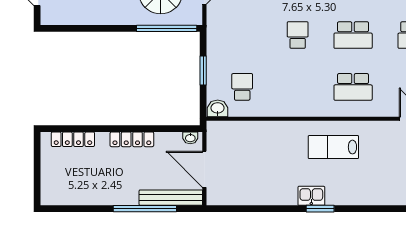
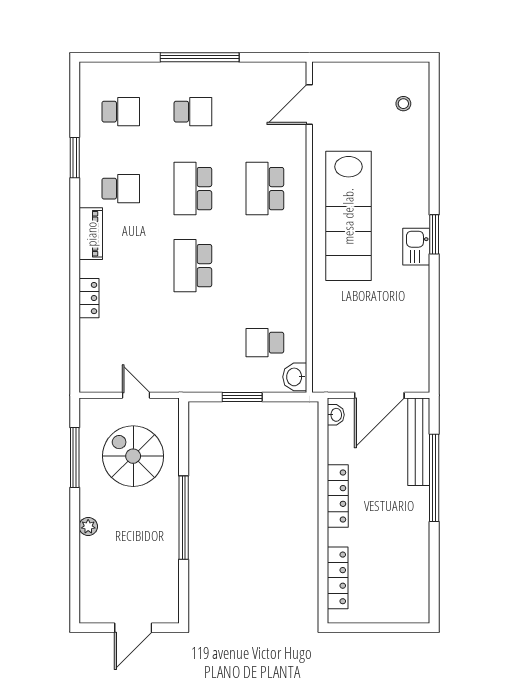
window: (167, 28) -> (184, 518), moved
school desk: (298, 35) -> (193, 266), width x1.85
school desk: (353, 35) -> (193, 189), turned 180
school desk: (353, 87) -> (265, 189), turned 180
lab bench: (333, 147) -> (348, 216), width x1.86, depth x1.39

